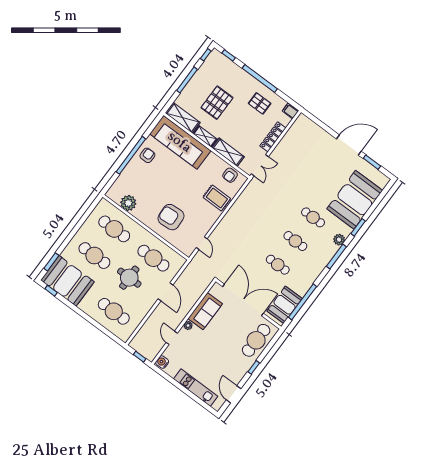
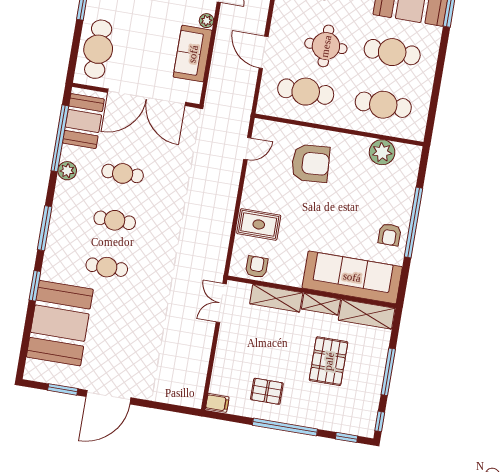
locker: (273, 137) -> (223, 353), removed
plant: (339, 240) -> (67, 171), moved
door: (202, 243) -> (247, 149), swing flipped

